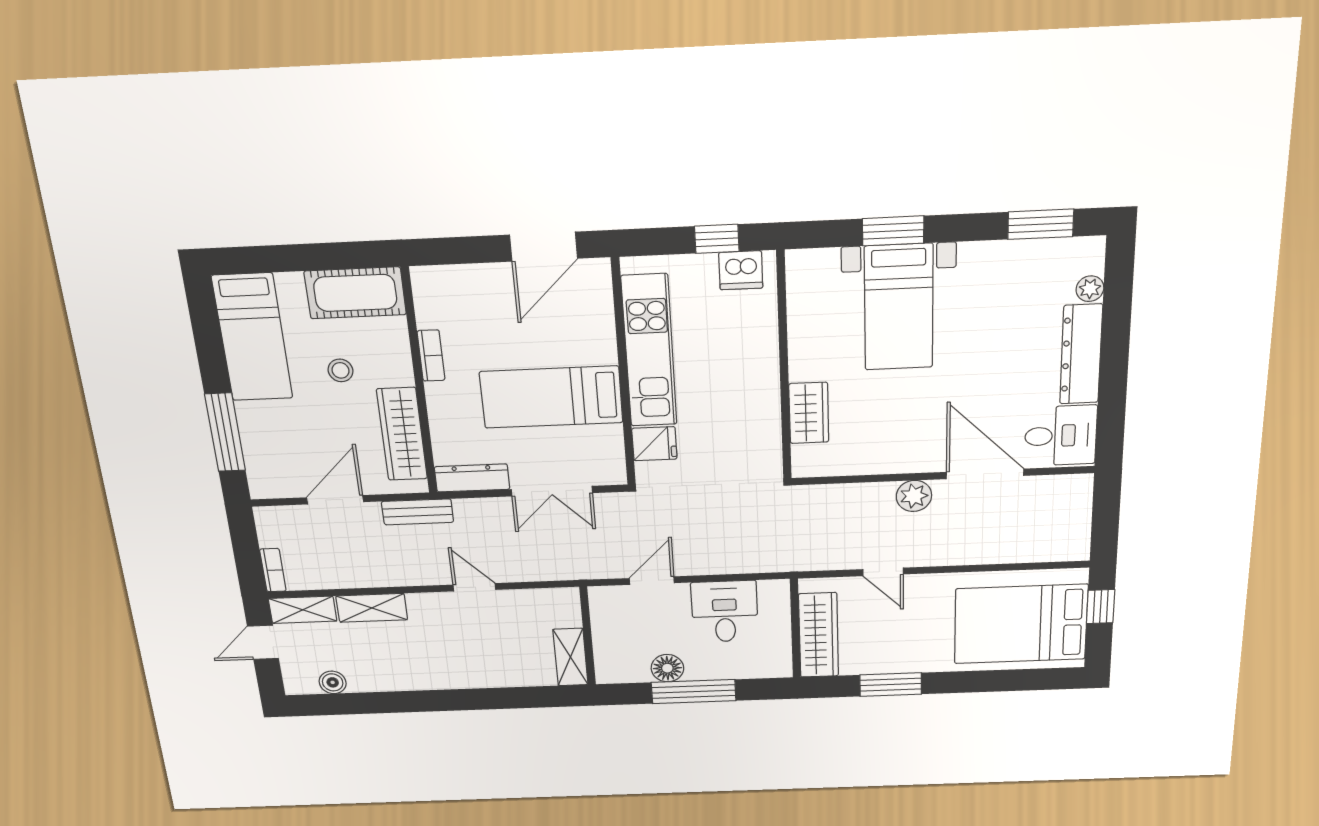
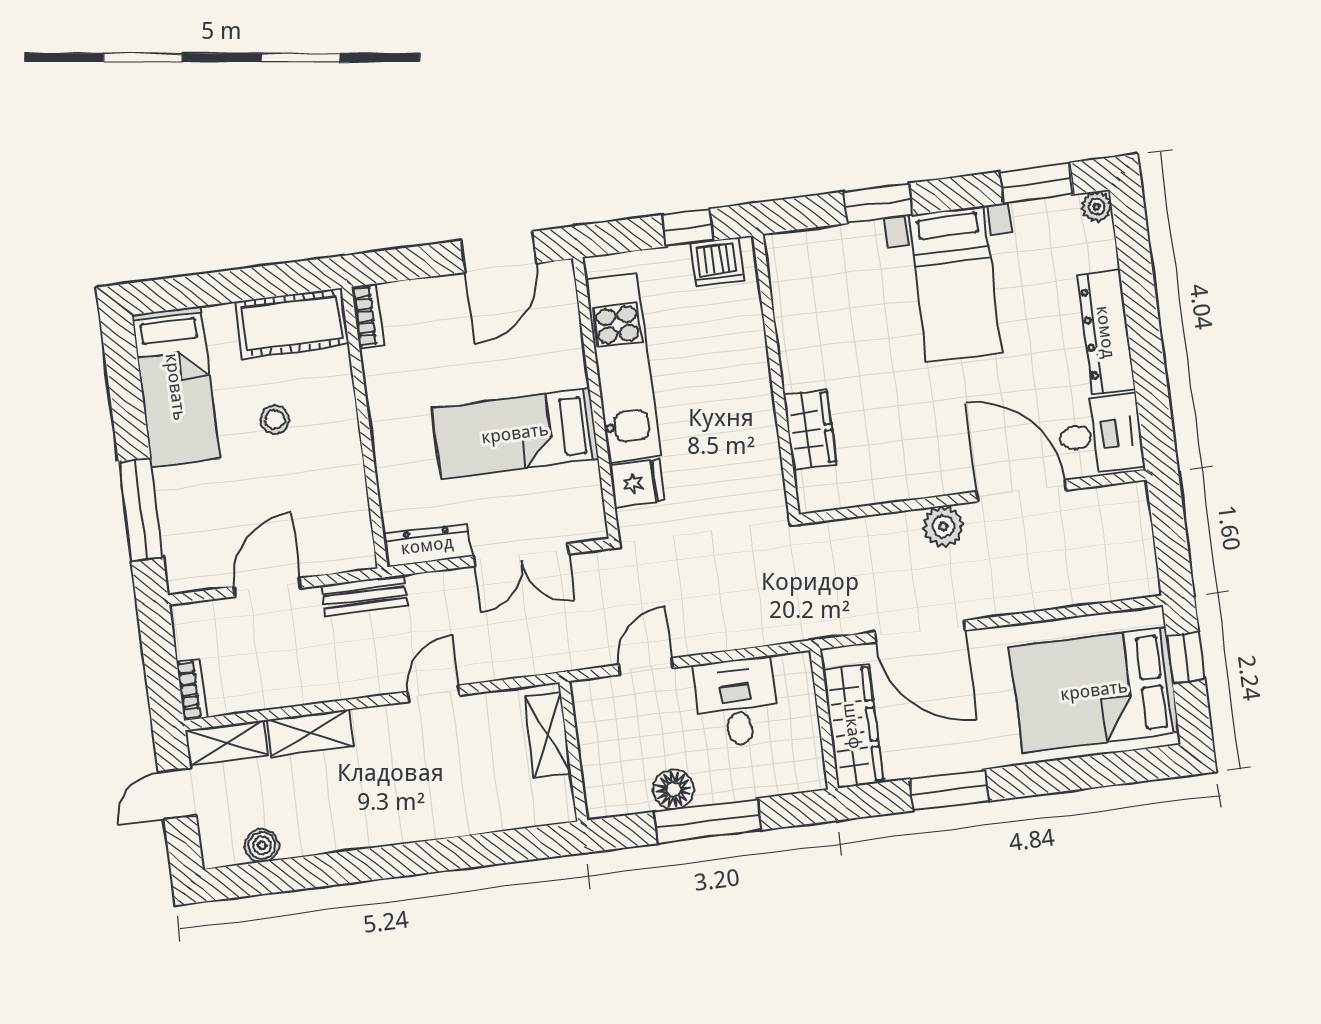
plant: (1090, 289) -> (1097, 207), moved
bed with nightstands: (899, 307) -> (955, 284), moved
bookcase: (431, 356) -> (368, 316), moved
wardrobe: (402, 434) -> (345, 495), removed
door: (883, 572) -> (920, 631), width x1.87
door: (474, 587) -> (434, 694), hinge flipped
shelving: (570, 657) -> (548, 735), moved

